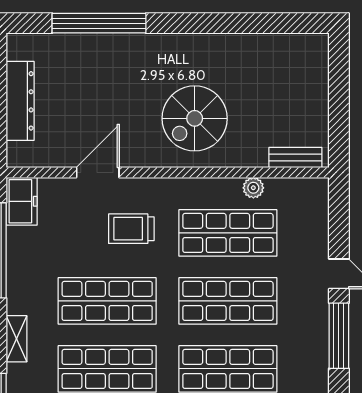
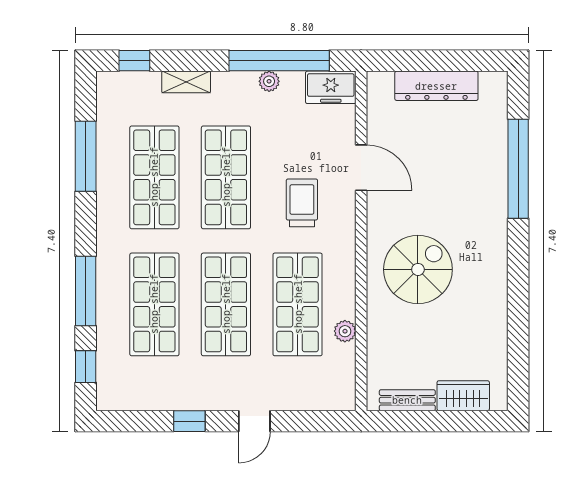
wardrobe: (315, 75) -> (463, 396), added
spiral stairs: (195, 118) -> (418, 269), turned 90
bench: (295, 157) -> (407, 400), moved, turned 90
plant: (16, 260) -> (269, 81), added
window: (339, 336) -> (189, 421), width x0.46

